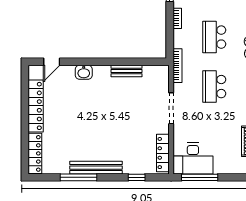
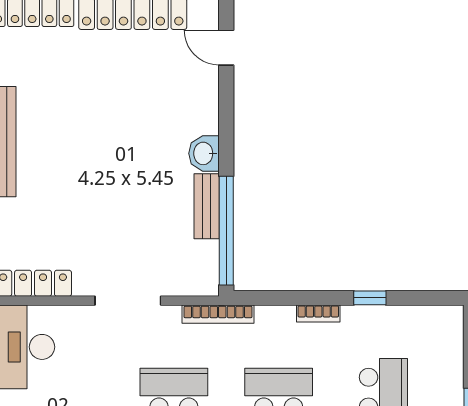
window: (138, 62) -> (226, 231), added
washbasin: (84, 72) -> (204, 153), moved

